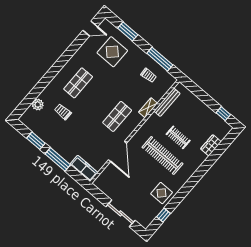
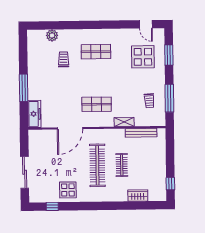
window: (36, 141) -> (23, 58), removed

